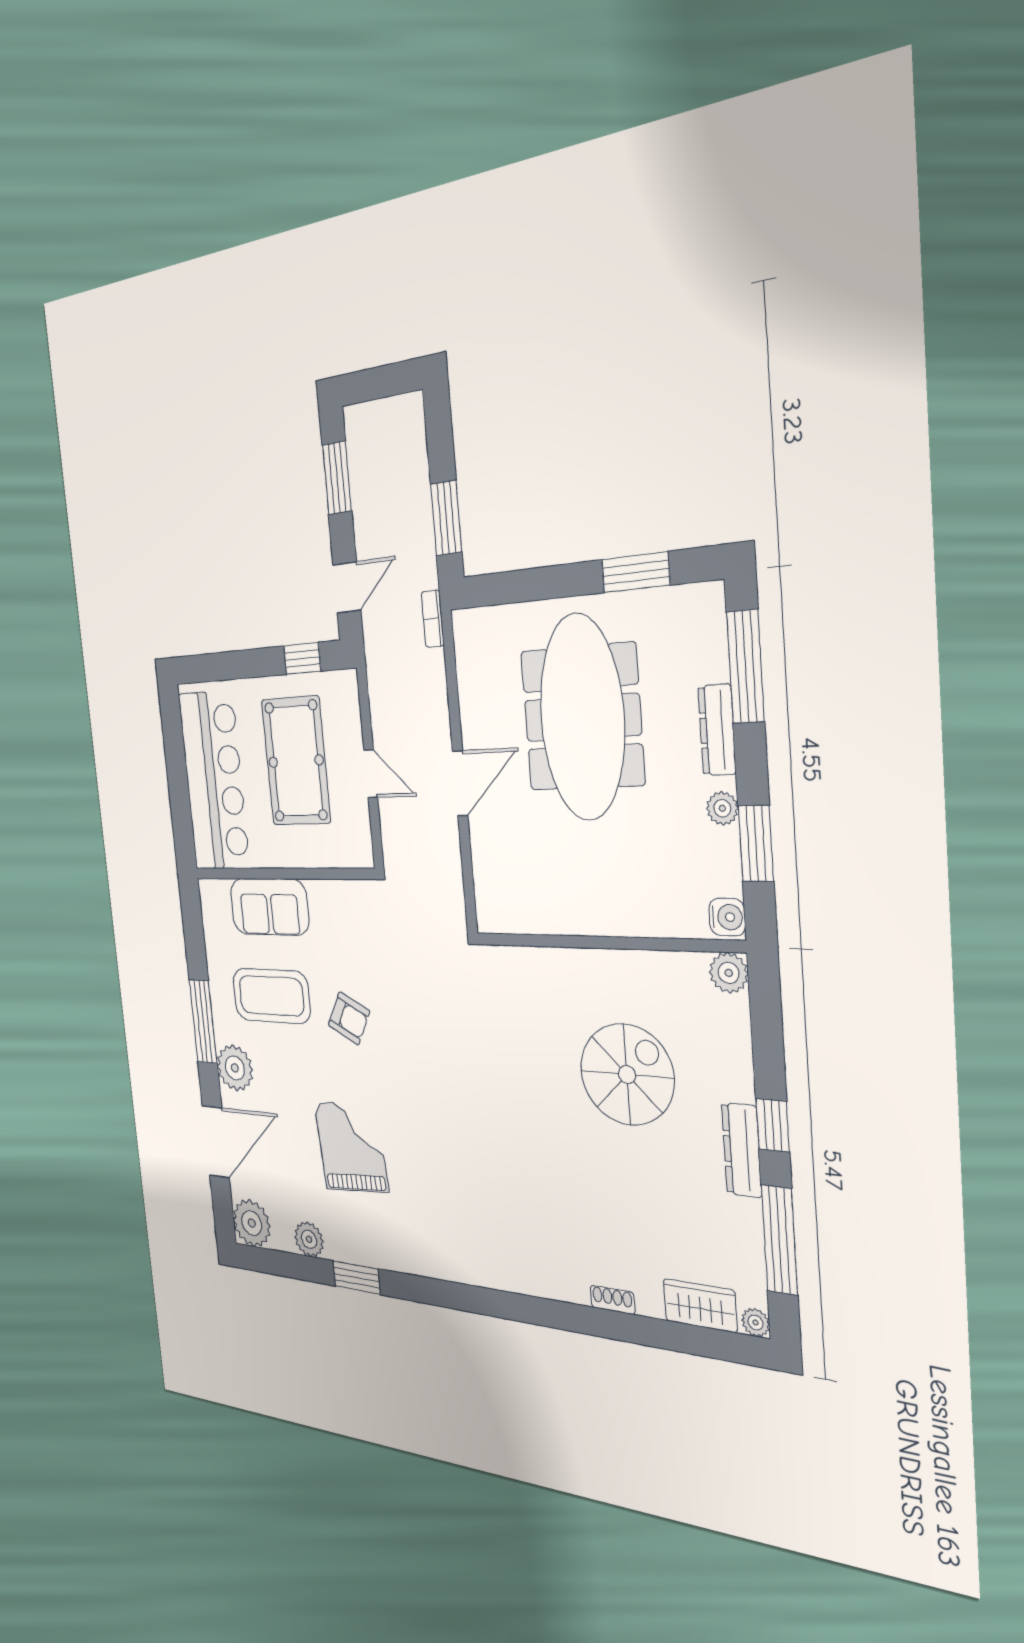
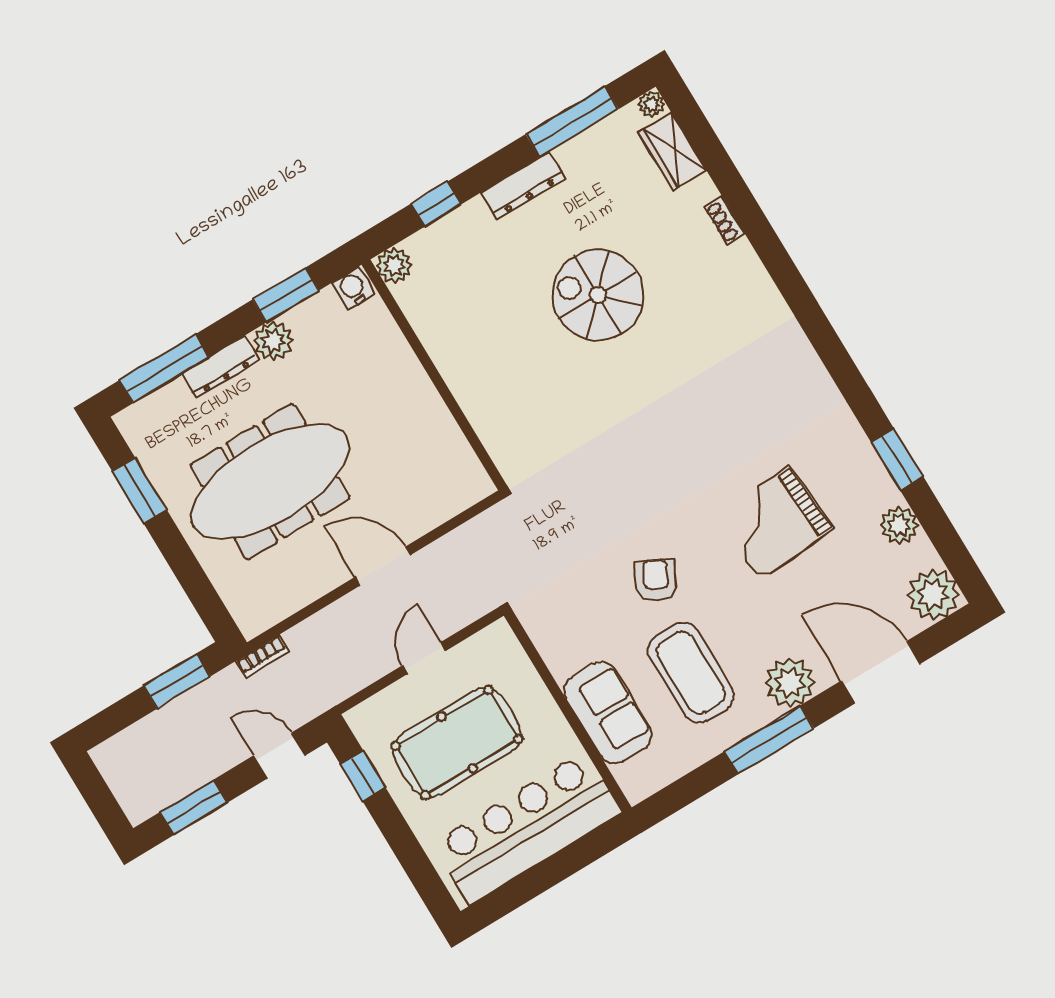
plant: (722, 808) -> (273, 341), width x1.38, depth x1.38
spiral stairs: (627, 1075) -> (598, 295), moved
window: (773, 1125) -> (436, 204), moved

